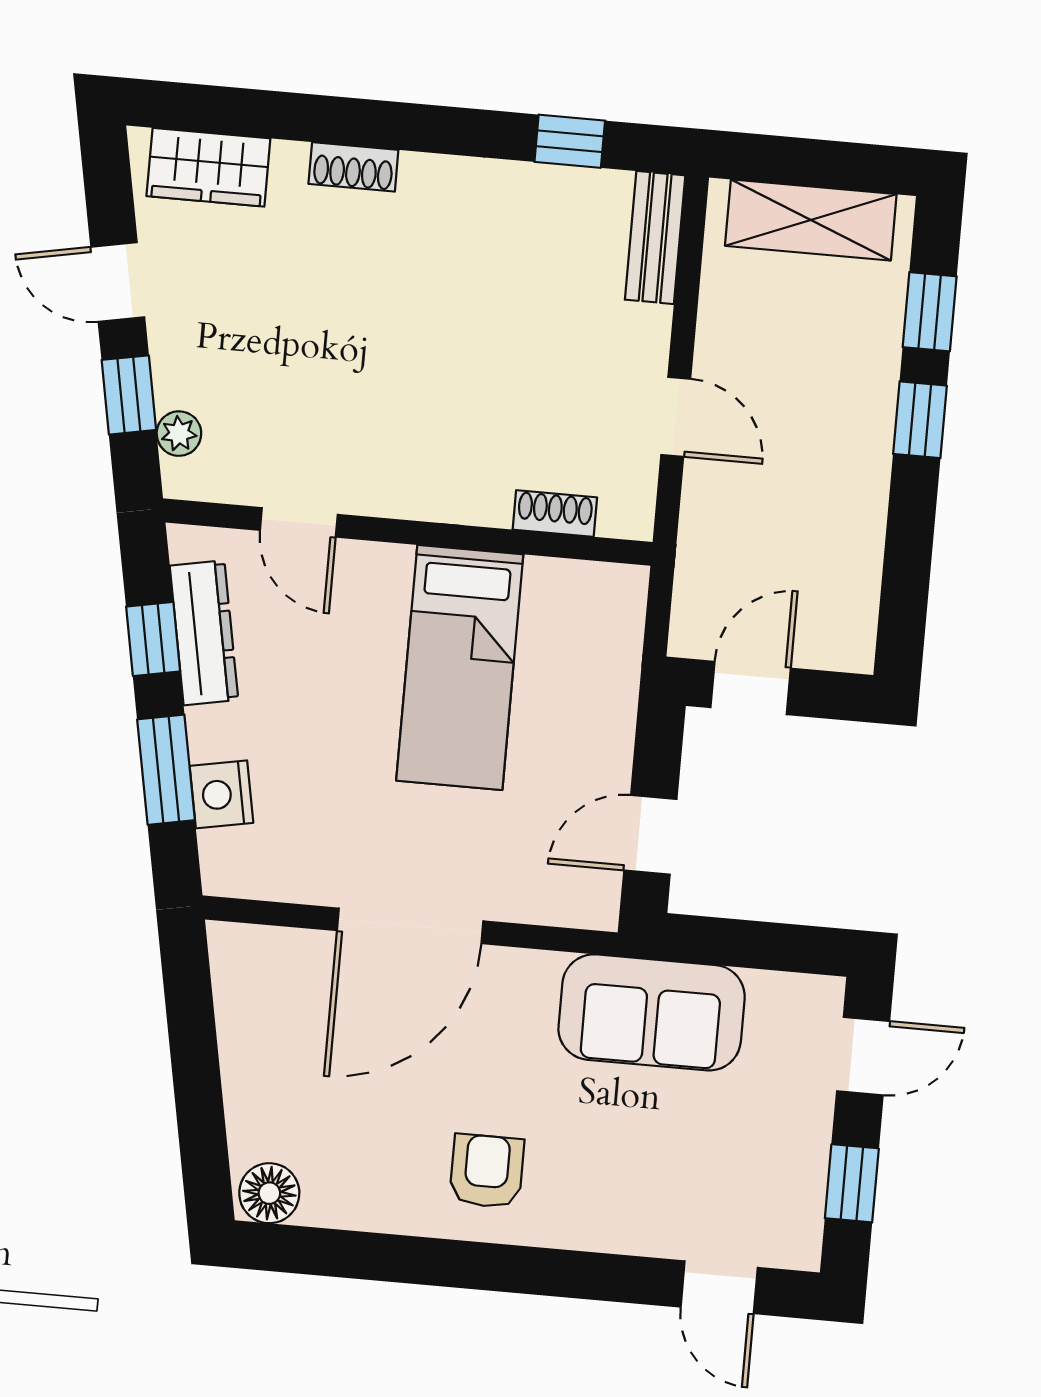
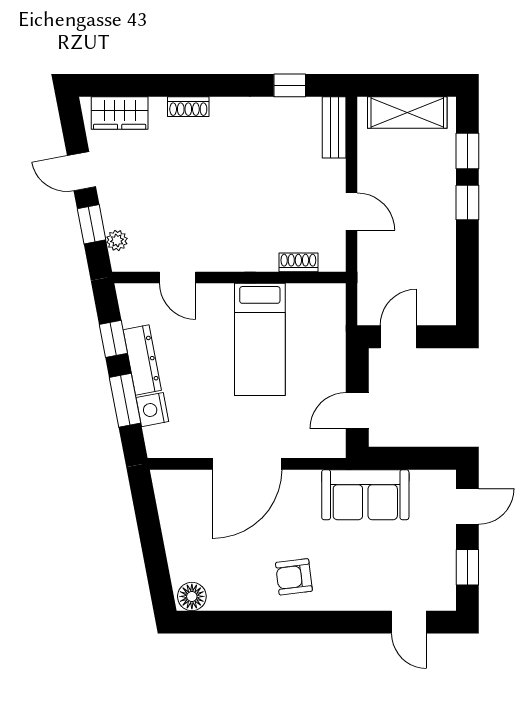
dresser: (204, 633) -> (142, 360), moved
armchair: (487, 1171) -> (294, 577), turned -97

